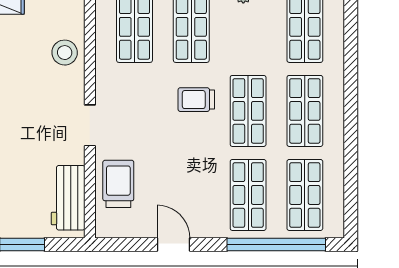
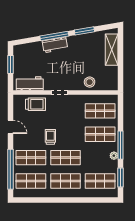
trolley: (196, 100) -> (50, 137), moved
door: (174, 245) -> (10, 127), hinge flipped

